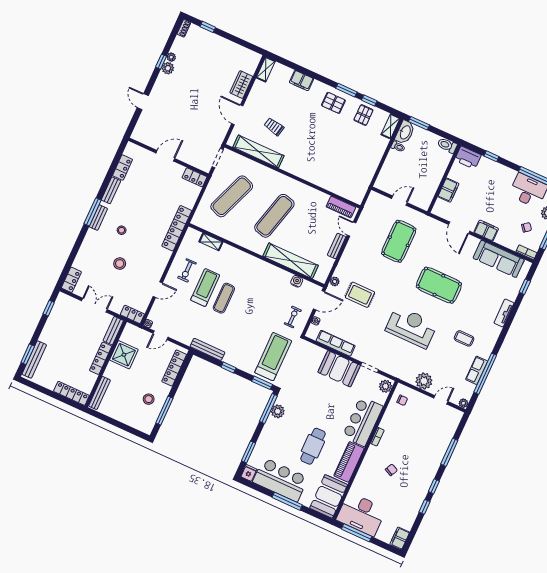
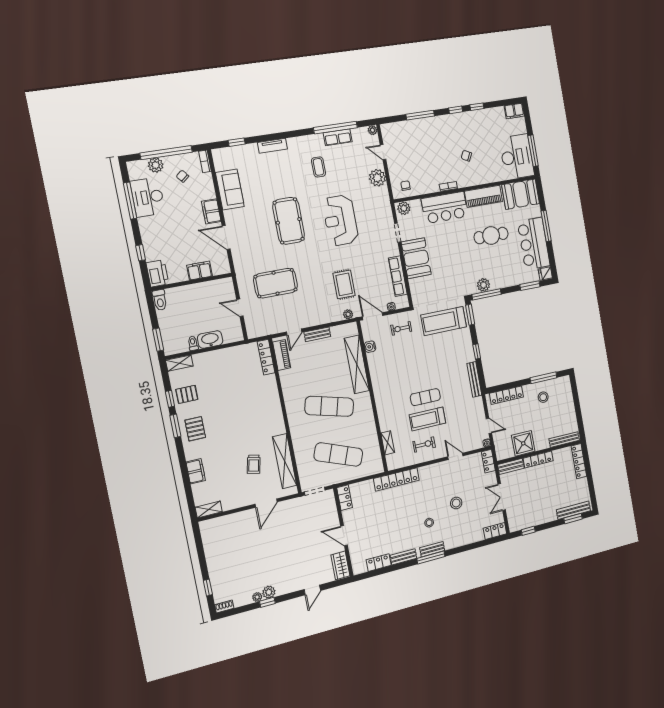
wardrobe: (241, 85) -> (340, 565), moved, turned 90
washbasin: (405, 132) -> (210, 340), moved
locker: (348, 194) -> (266, 357), added
door: (459, 228) -> (226, 237), swing flipped
sofa: (499, 259) -> (230, 190), width x0.73

